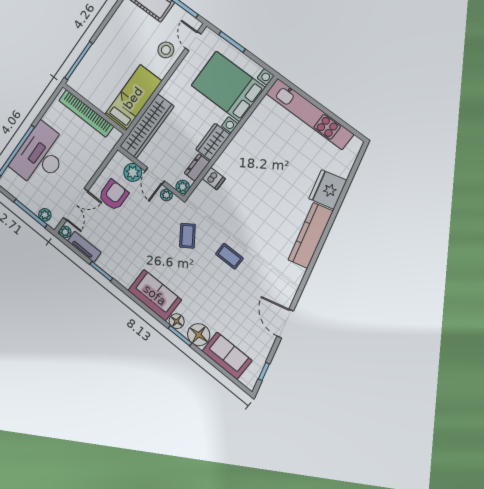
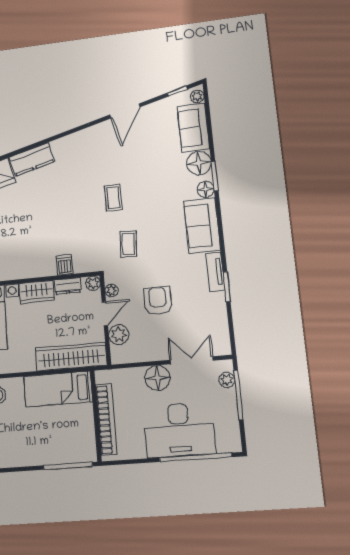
floor lamp: (83, 172) -> (157, 378), added
armchair: (113, 195) -> (158, 301), moved, turned 90
plant: (65, 232) -> (197, 96), moved
coffee table: (187, 236) -> (128, 244), turned -52
kitchen counter: (310, 236) -> (32, 159), width x0.67
tv unit: (84, 247) -> (215, 272), moved

